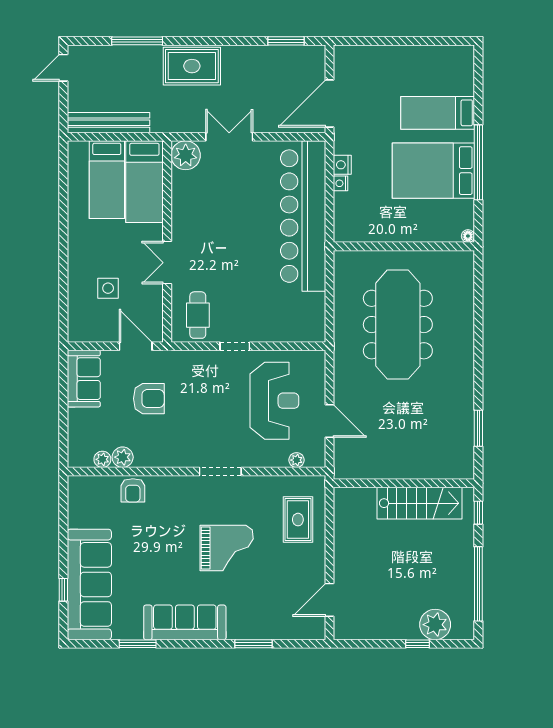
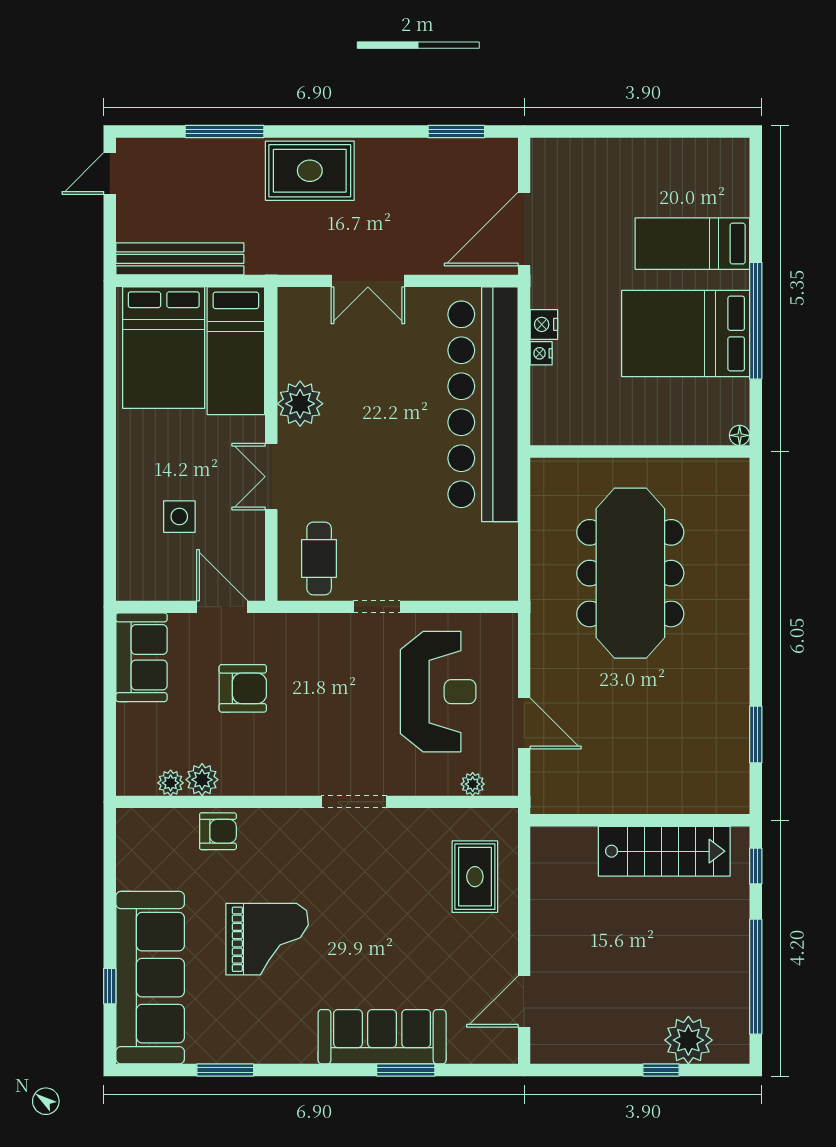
double door: (229, 137) -> (368, 281), swing flipped
plant: (186, 155) -> (300, 404), moved
bed: (107, 180) -> (164, 348), width x1.50
armchair: (133, 490) -> (218, 831), turned -90
grand piano: (227, 548) -> (267, 939), moved
sofa: (185, 622) -> (382, 1037), moved

